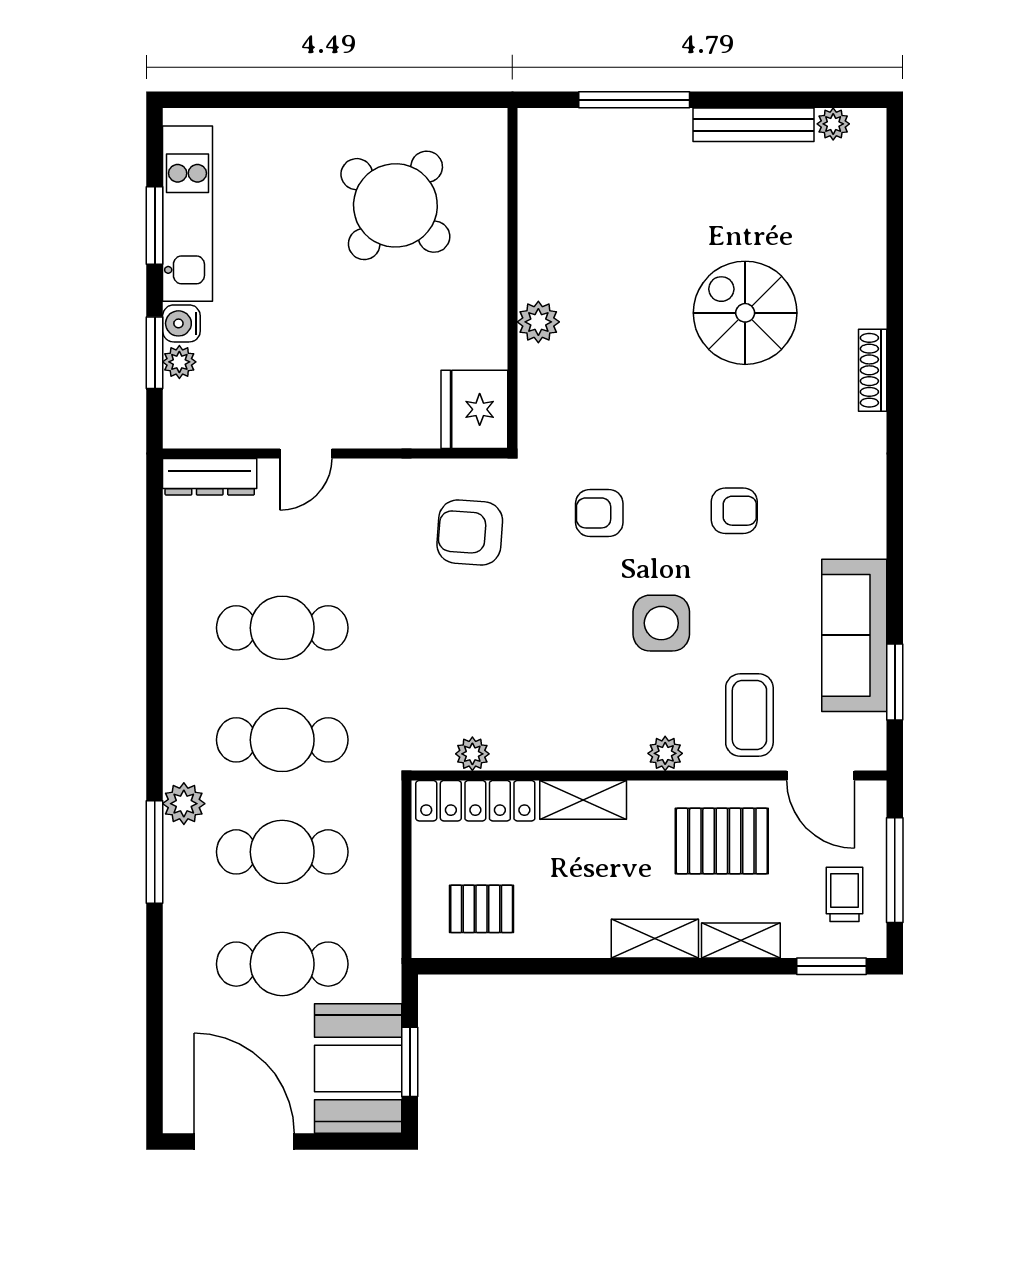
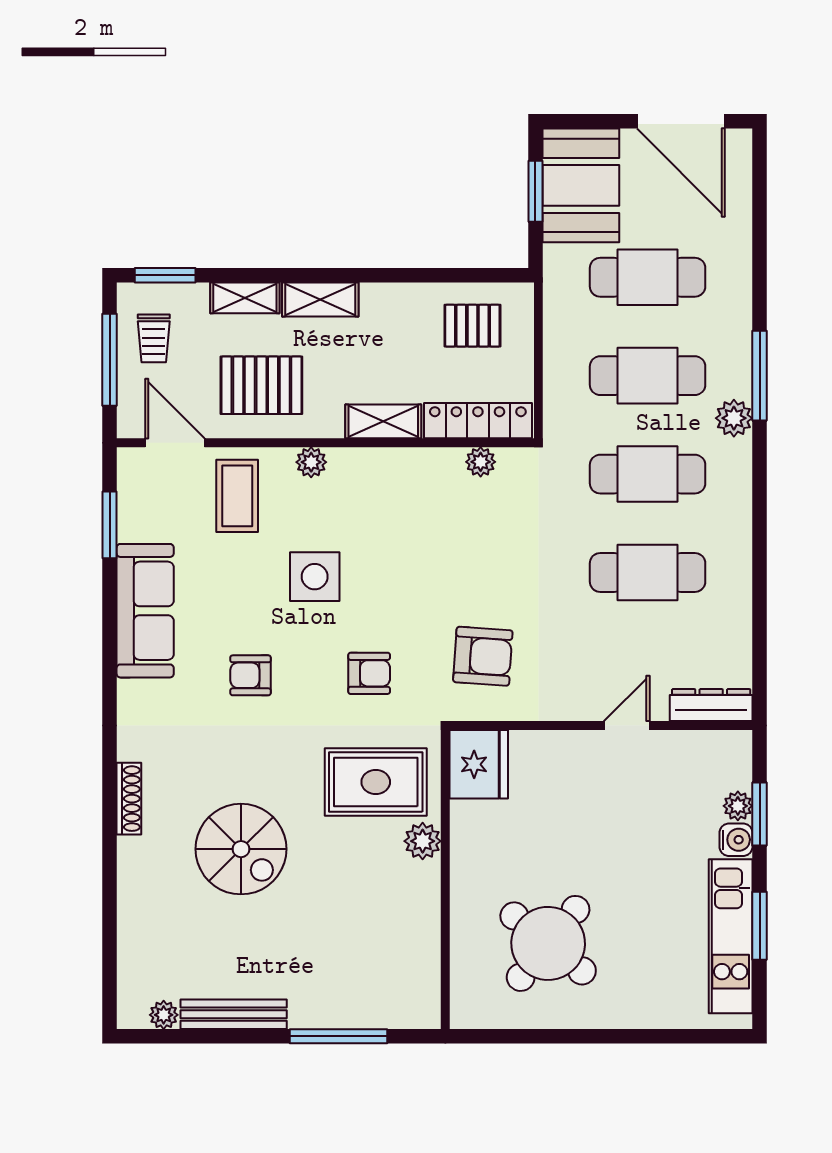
rug: (592, 389) -> (376, 782), added
sofa: (854, 635) -> (145, 611), moved

